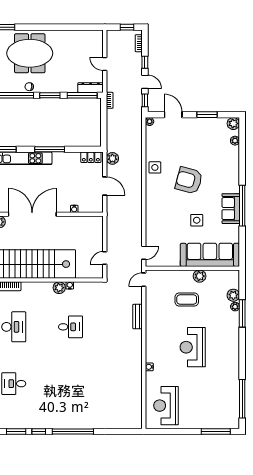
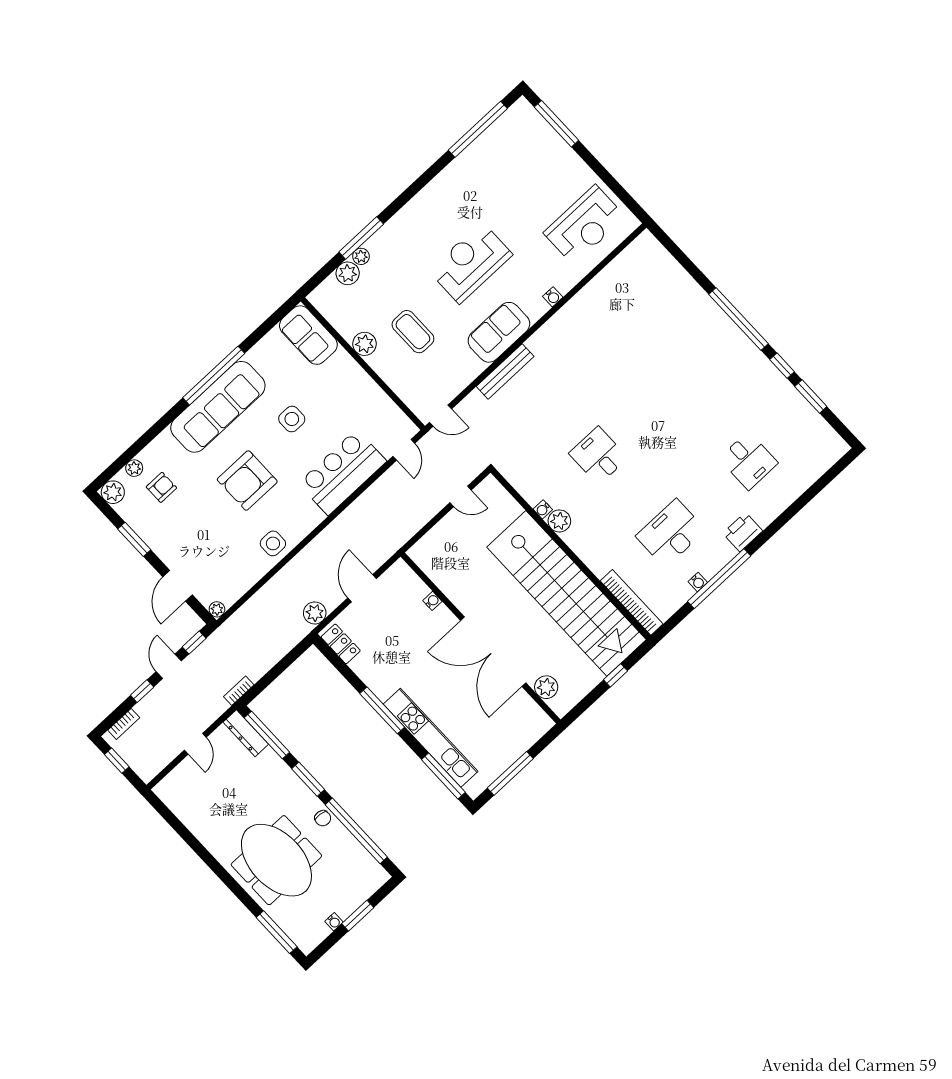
armchair: (218, 144) -> (161, 487), added
armchair: (189, 180) -> (247, 481), turned 75
sofa: (231, 209) -> (218, 407), width x1.85, depth x1.27
bar counter: (157, 221) -> (342, 472), added
door: (144, 253) -> (404, 450), swing flipped
sofa: (210, 255) -> (308, 335), width x0.54, depth x0.79
bench: (137, 317) -> (505, 371), width x1.36
sofa: (155, 333) -> (499, 332), added
reception desk: (193, 347) -> (471, 263), turned 180

